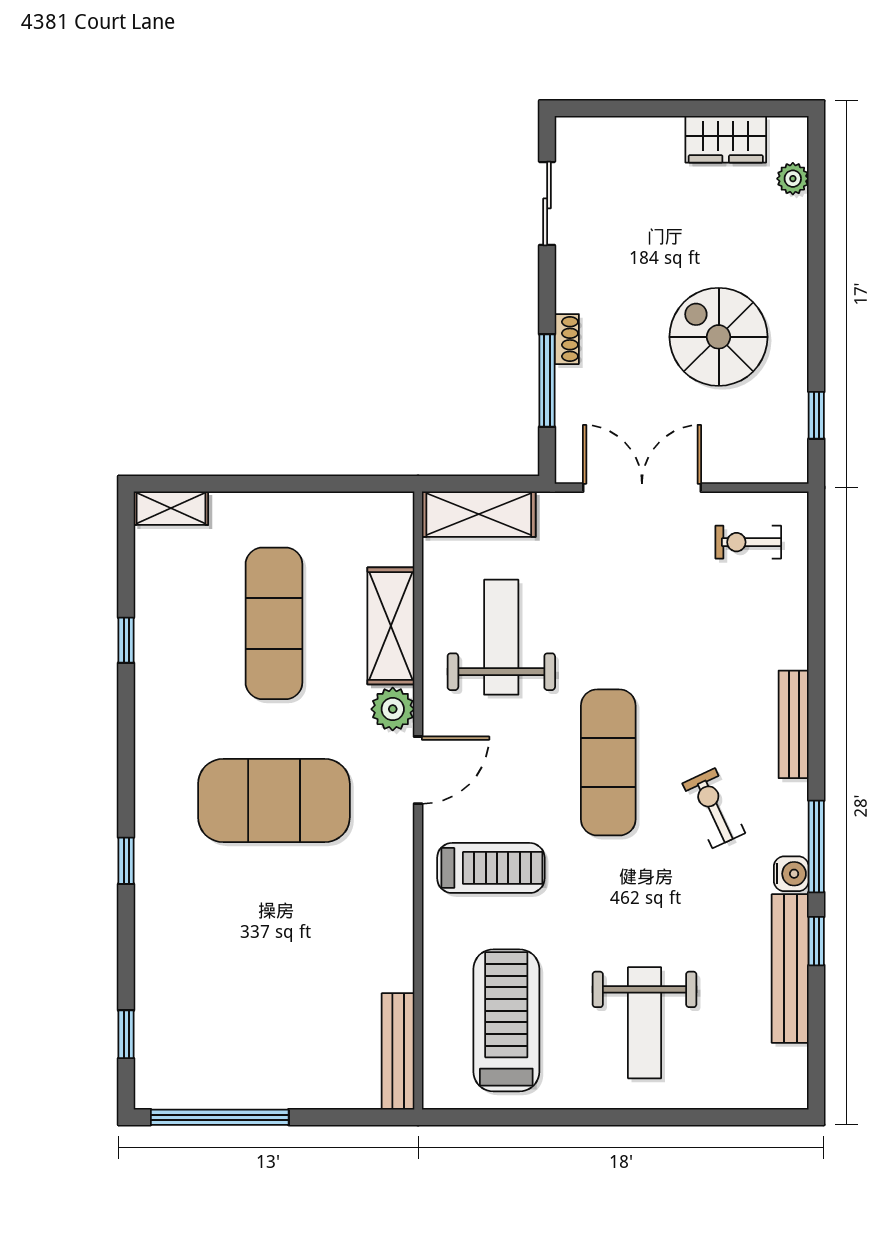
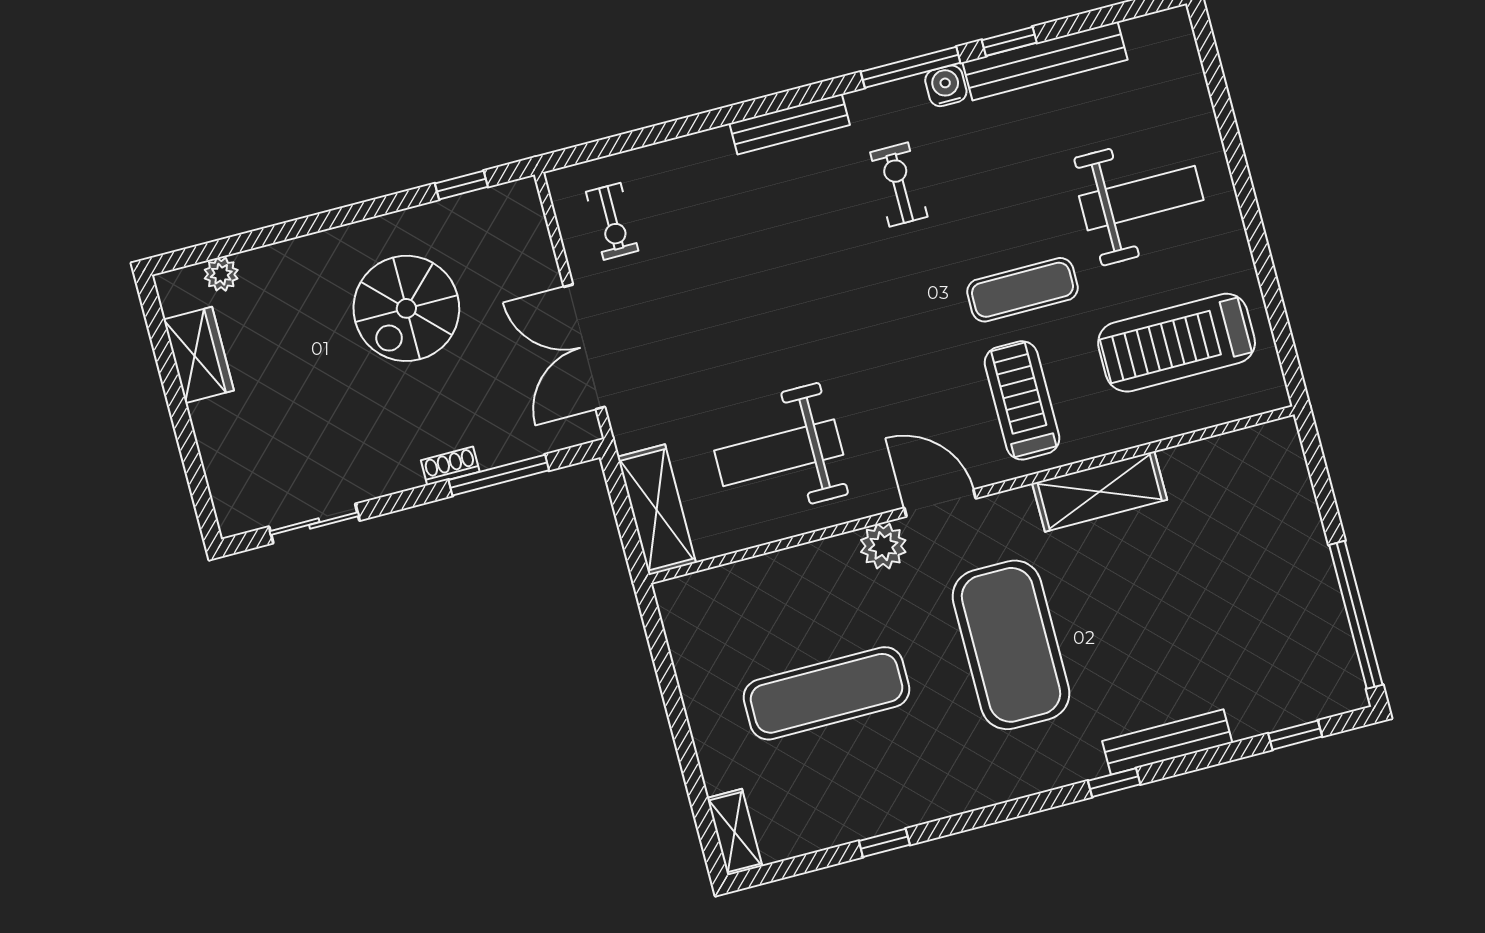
shelving: (391, 626) -> (1100, 491), moved
exercise mat: (608, 762) -> (1022, 290), moved, width x0.73, depth x0.69
exercise bike: (714, 808) -> (899, 185), turned 115
bench: (398, 1051) -> (1167, 742), moved

